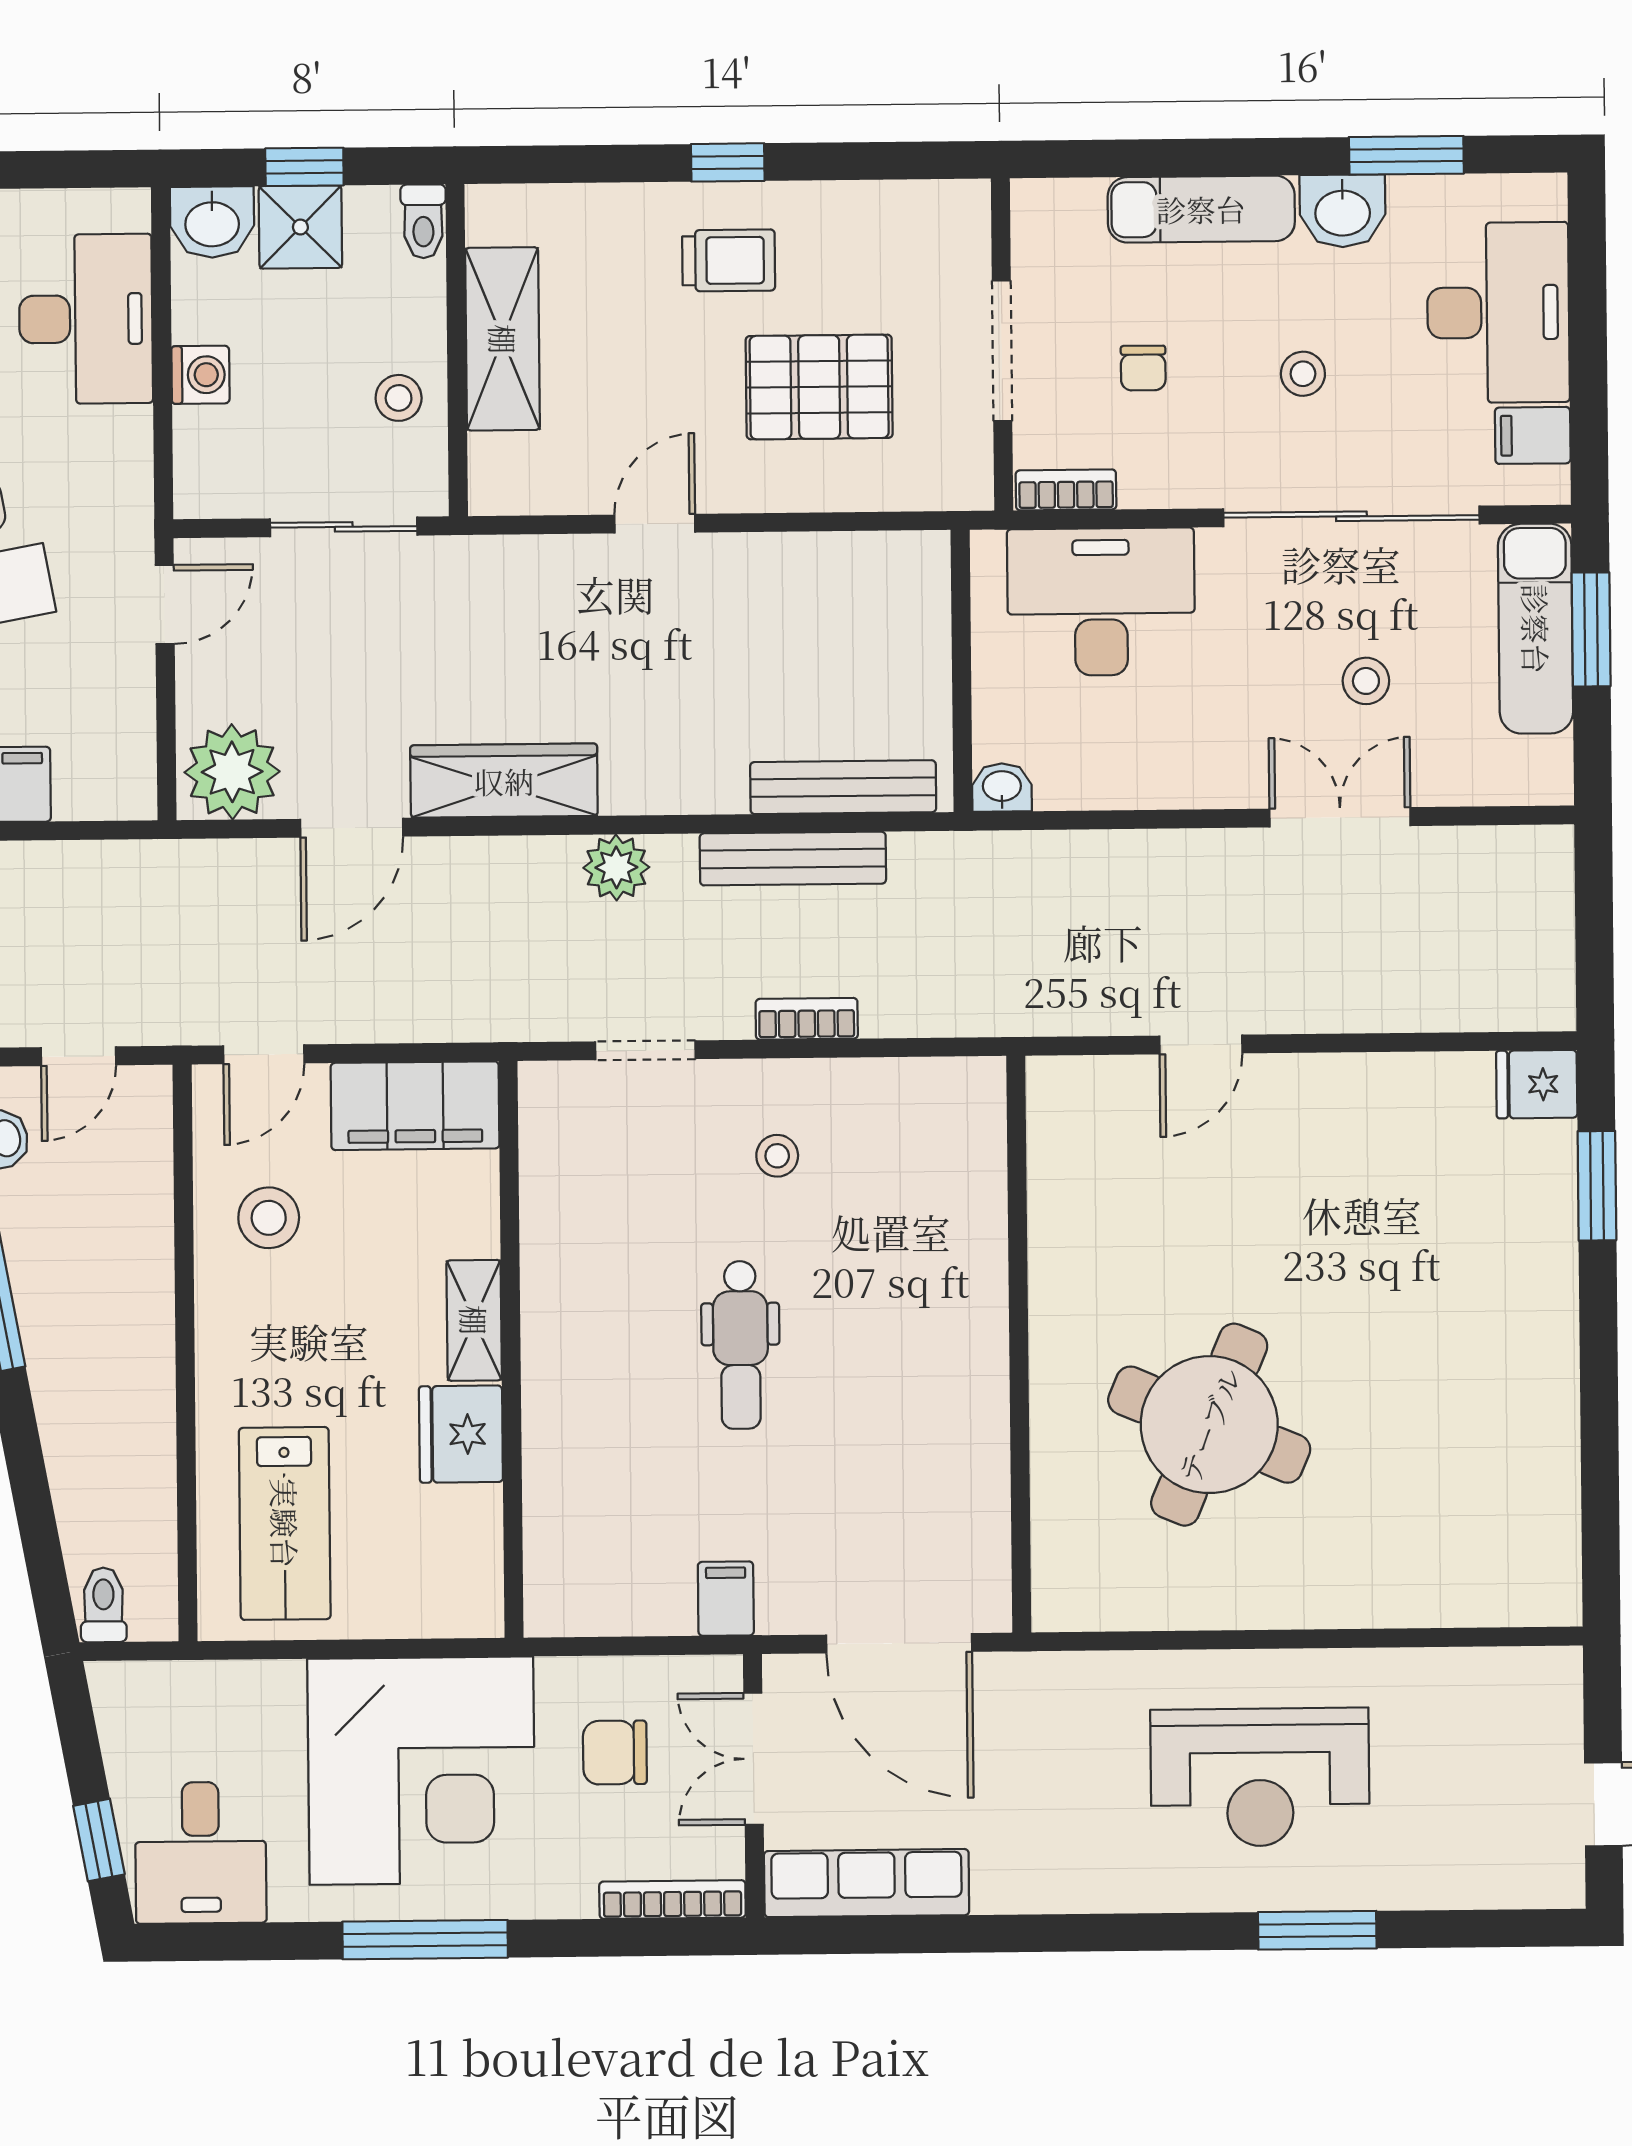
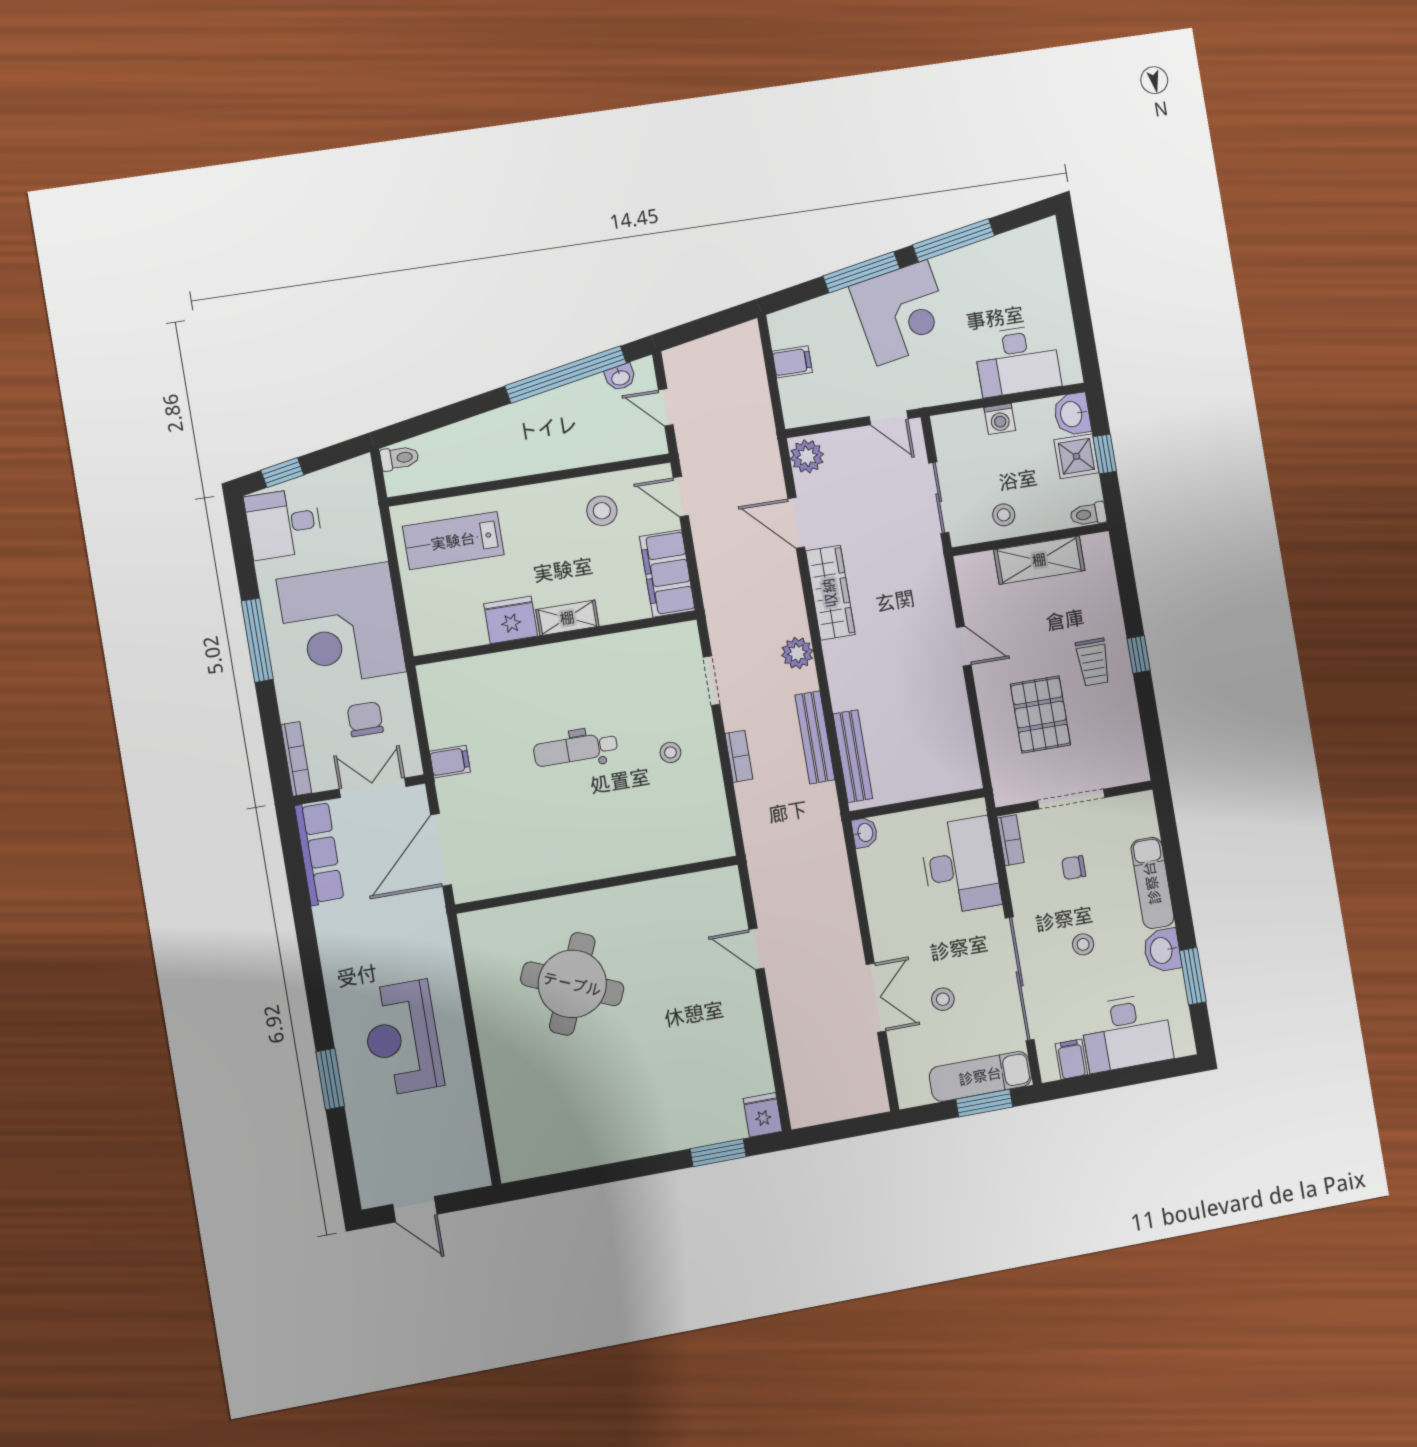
plant: (232, 772) -> (807, 456), width x0.73, depth x0.73

